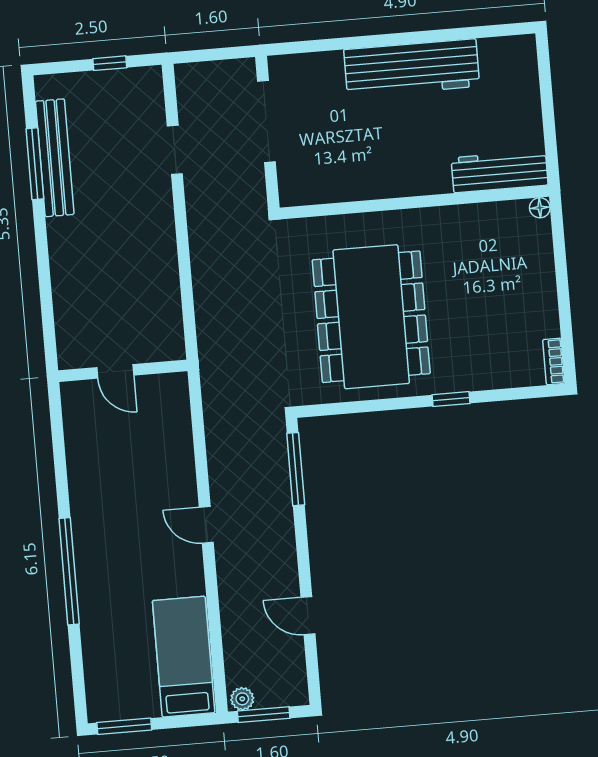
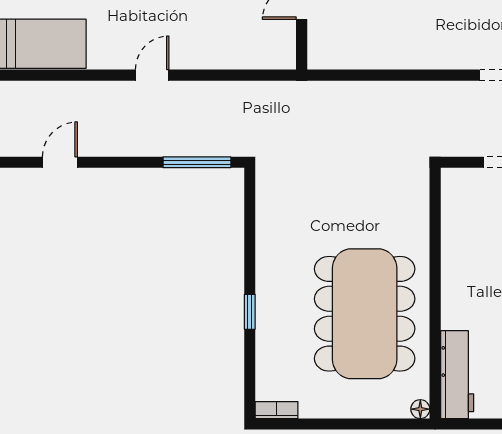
dining table: (371, 317) -> (365, 314), moved, turned 90

